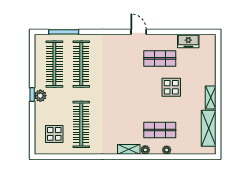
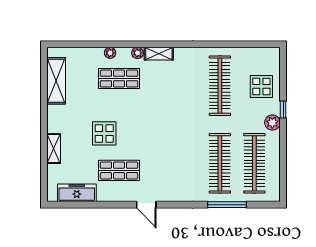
window: (64, 32) -> (227, 205), moved
freezer: (188, 41) -> (77, 193), width x1.40
window: (32, 94) -> (283, 109), moved
shelving: (211, 98) -> (54, 149), moved
display table: (54, 134) -> (261, 86), moved

